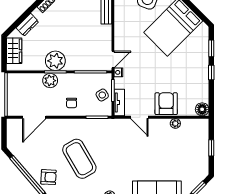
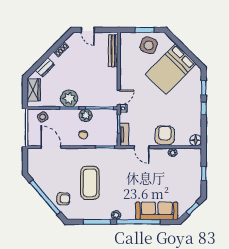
plant: (50, 81) -> (86, 115), moved
side table: (102, 95) -> (43, 117), moved
door: (34, 117) -> (51, 147), swing flipped
coffee table: (79, 159) -> (90, 183), turned 30

